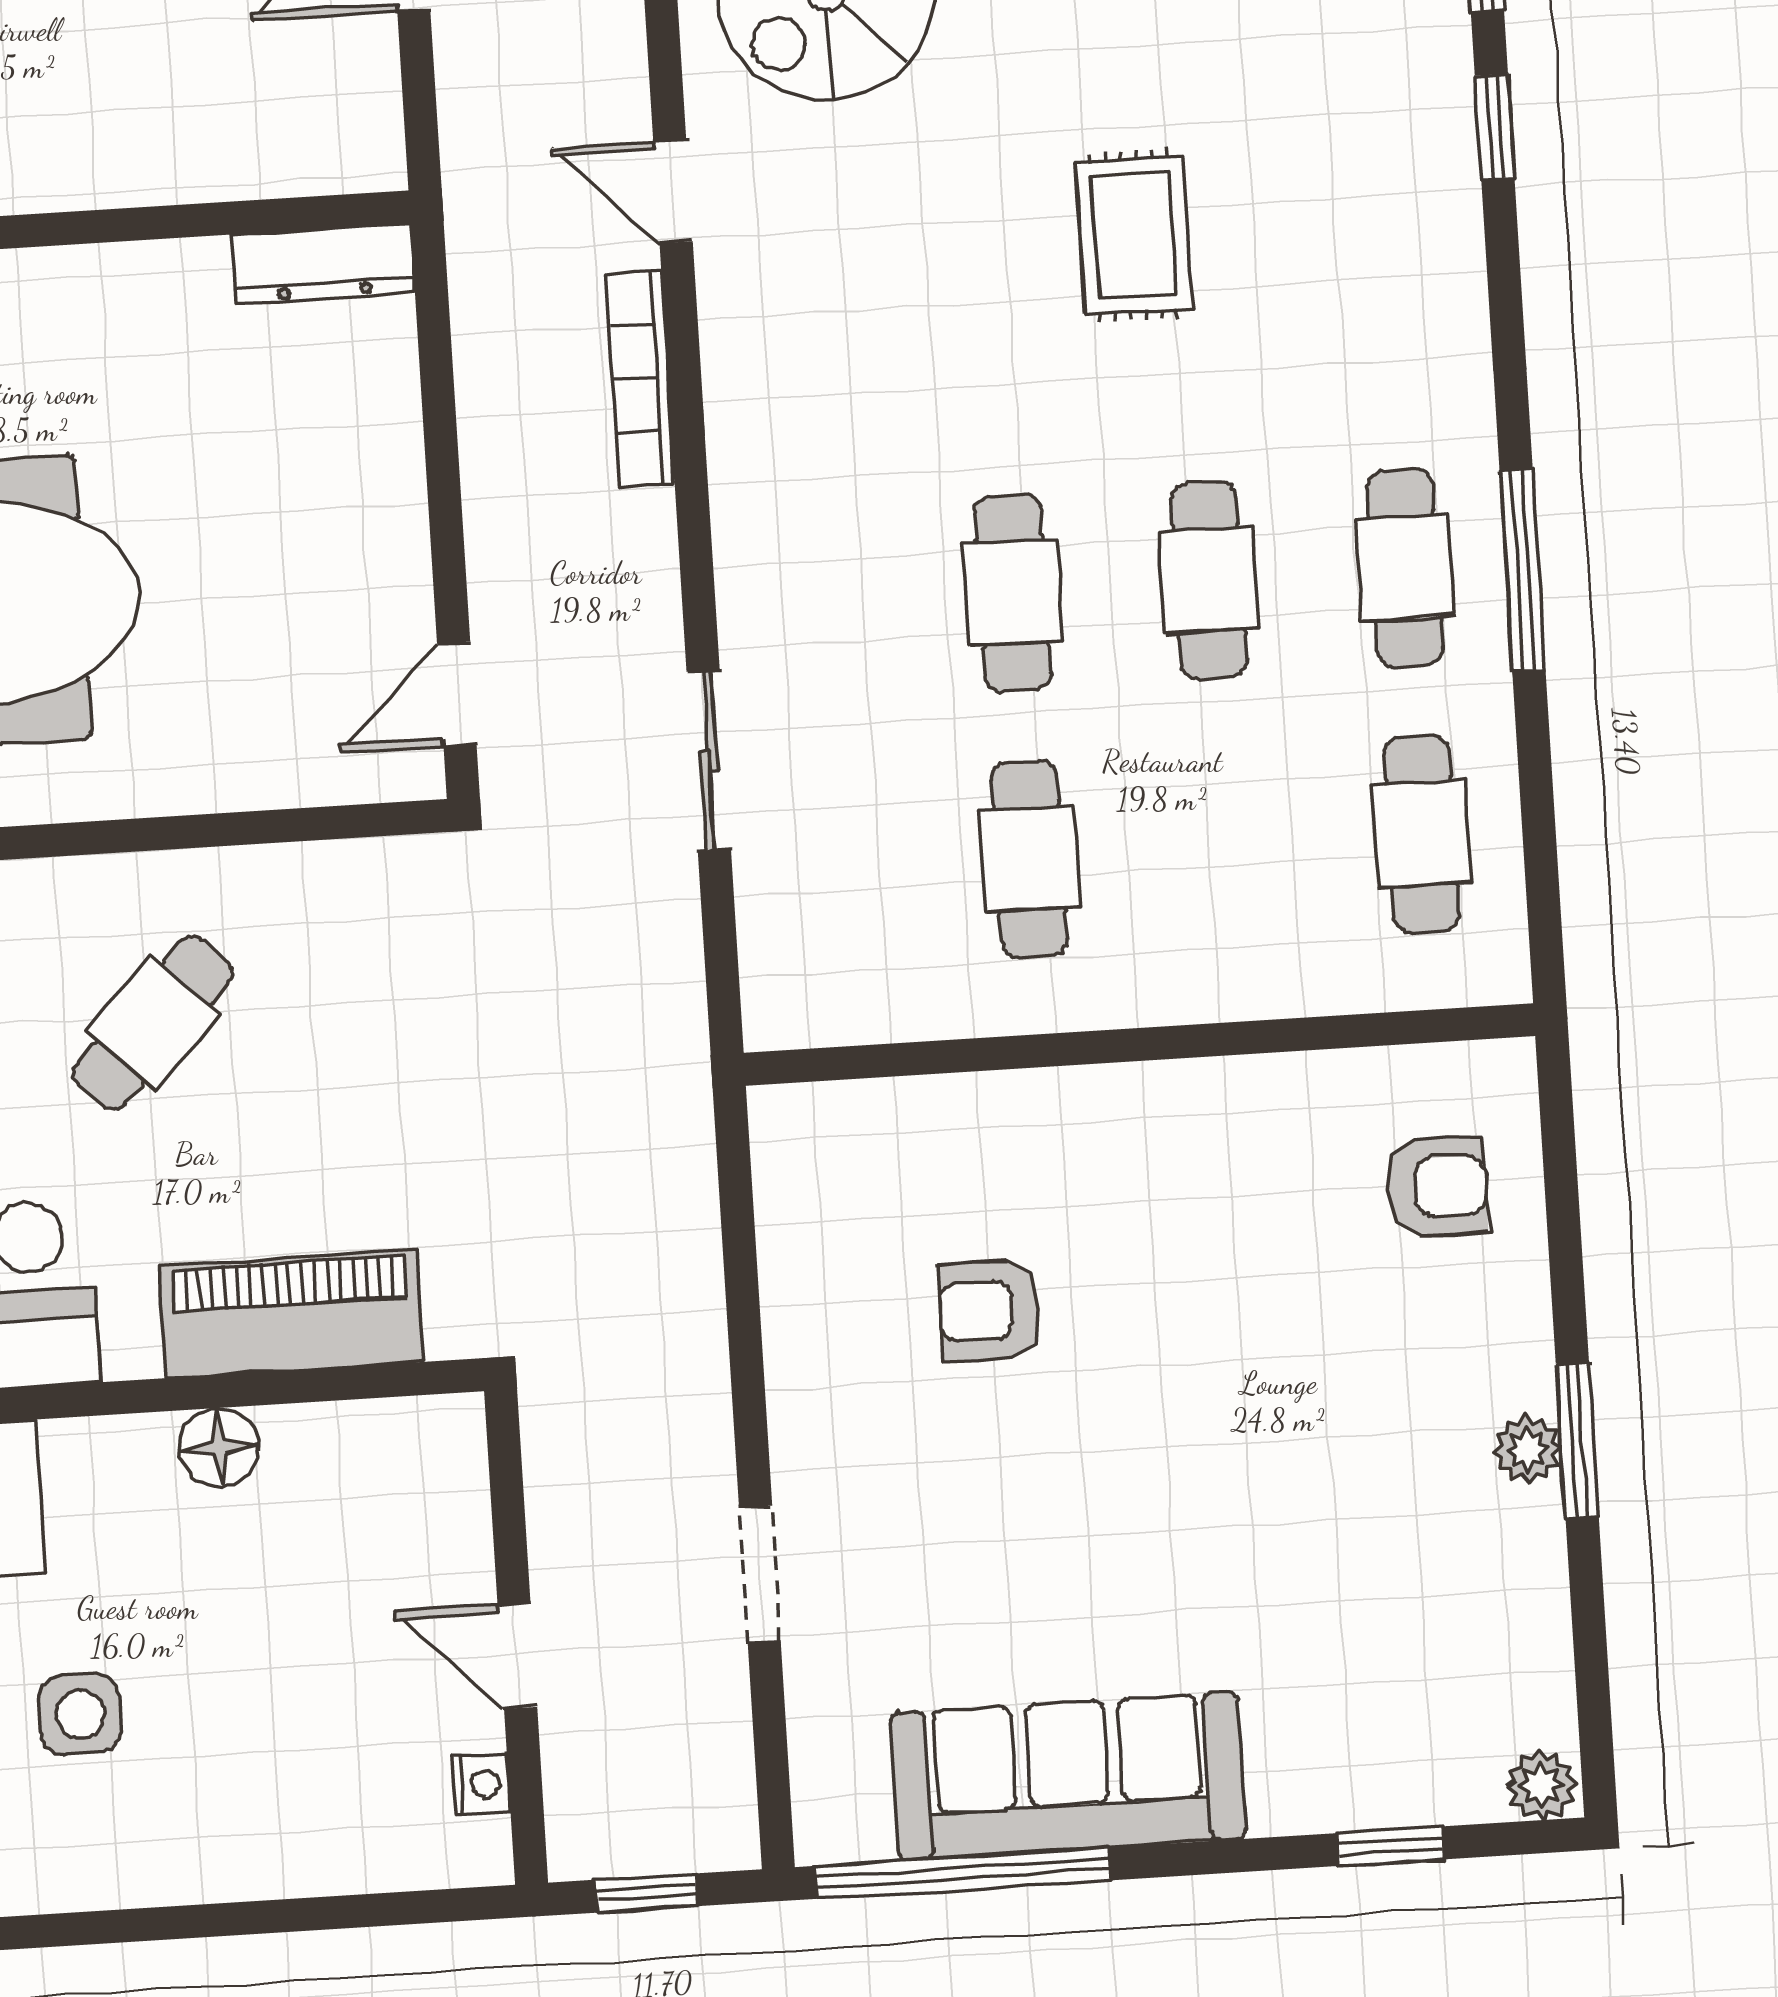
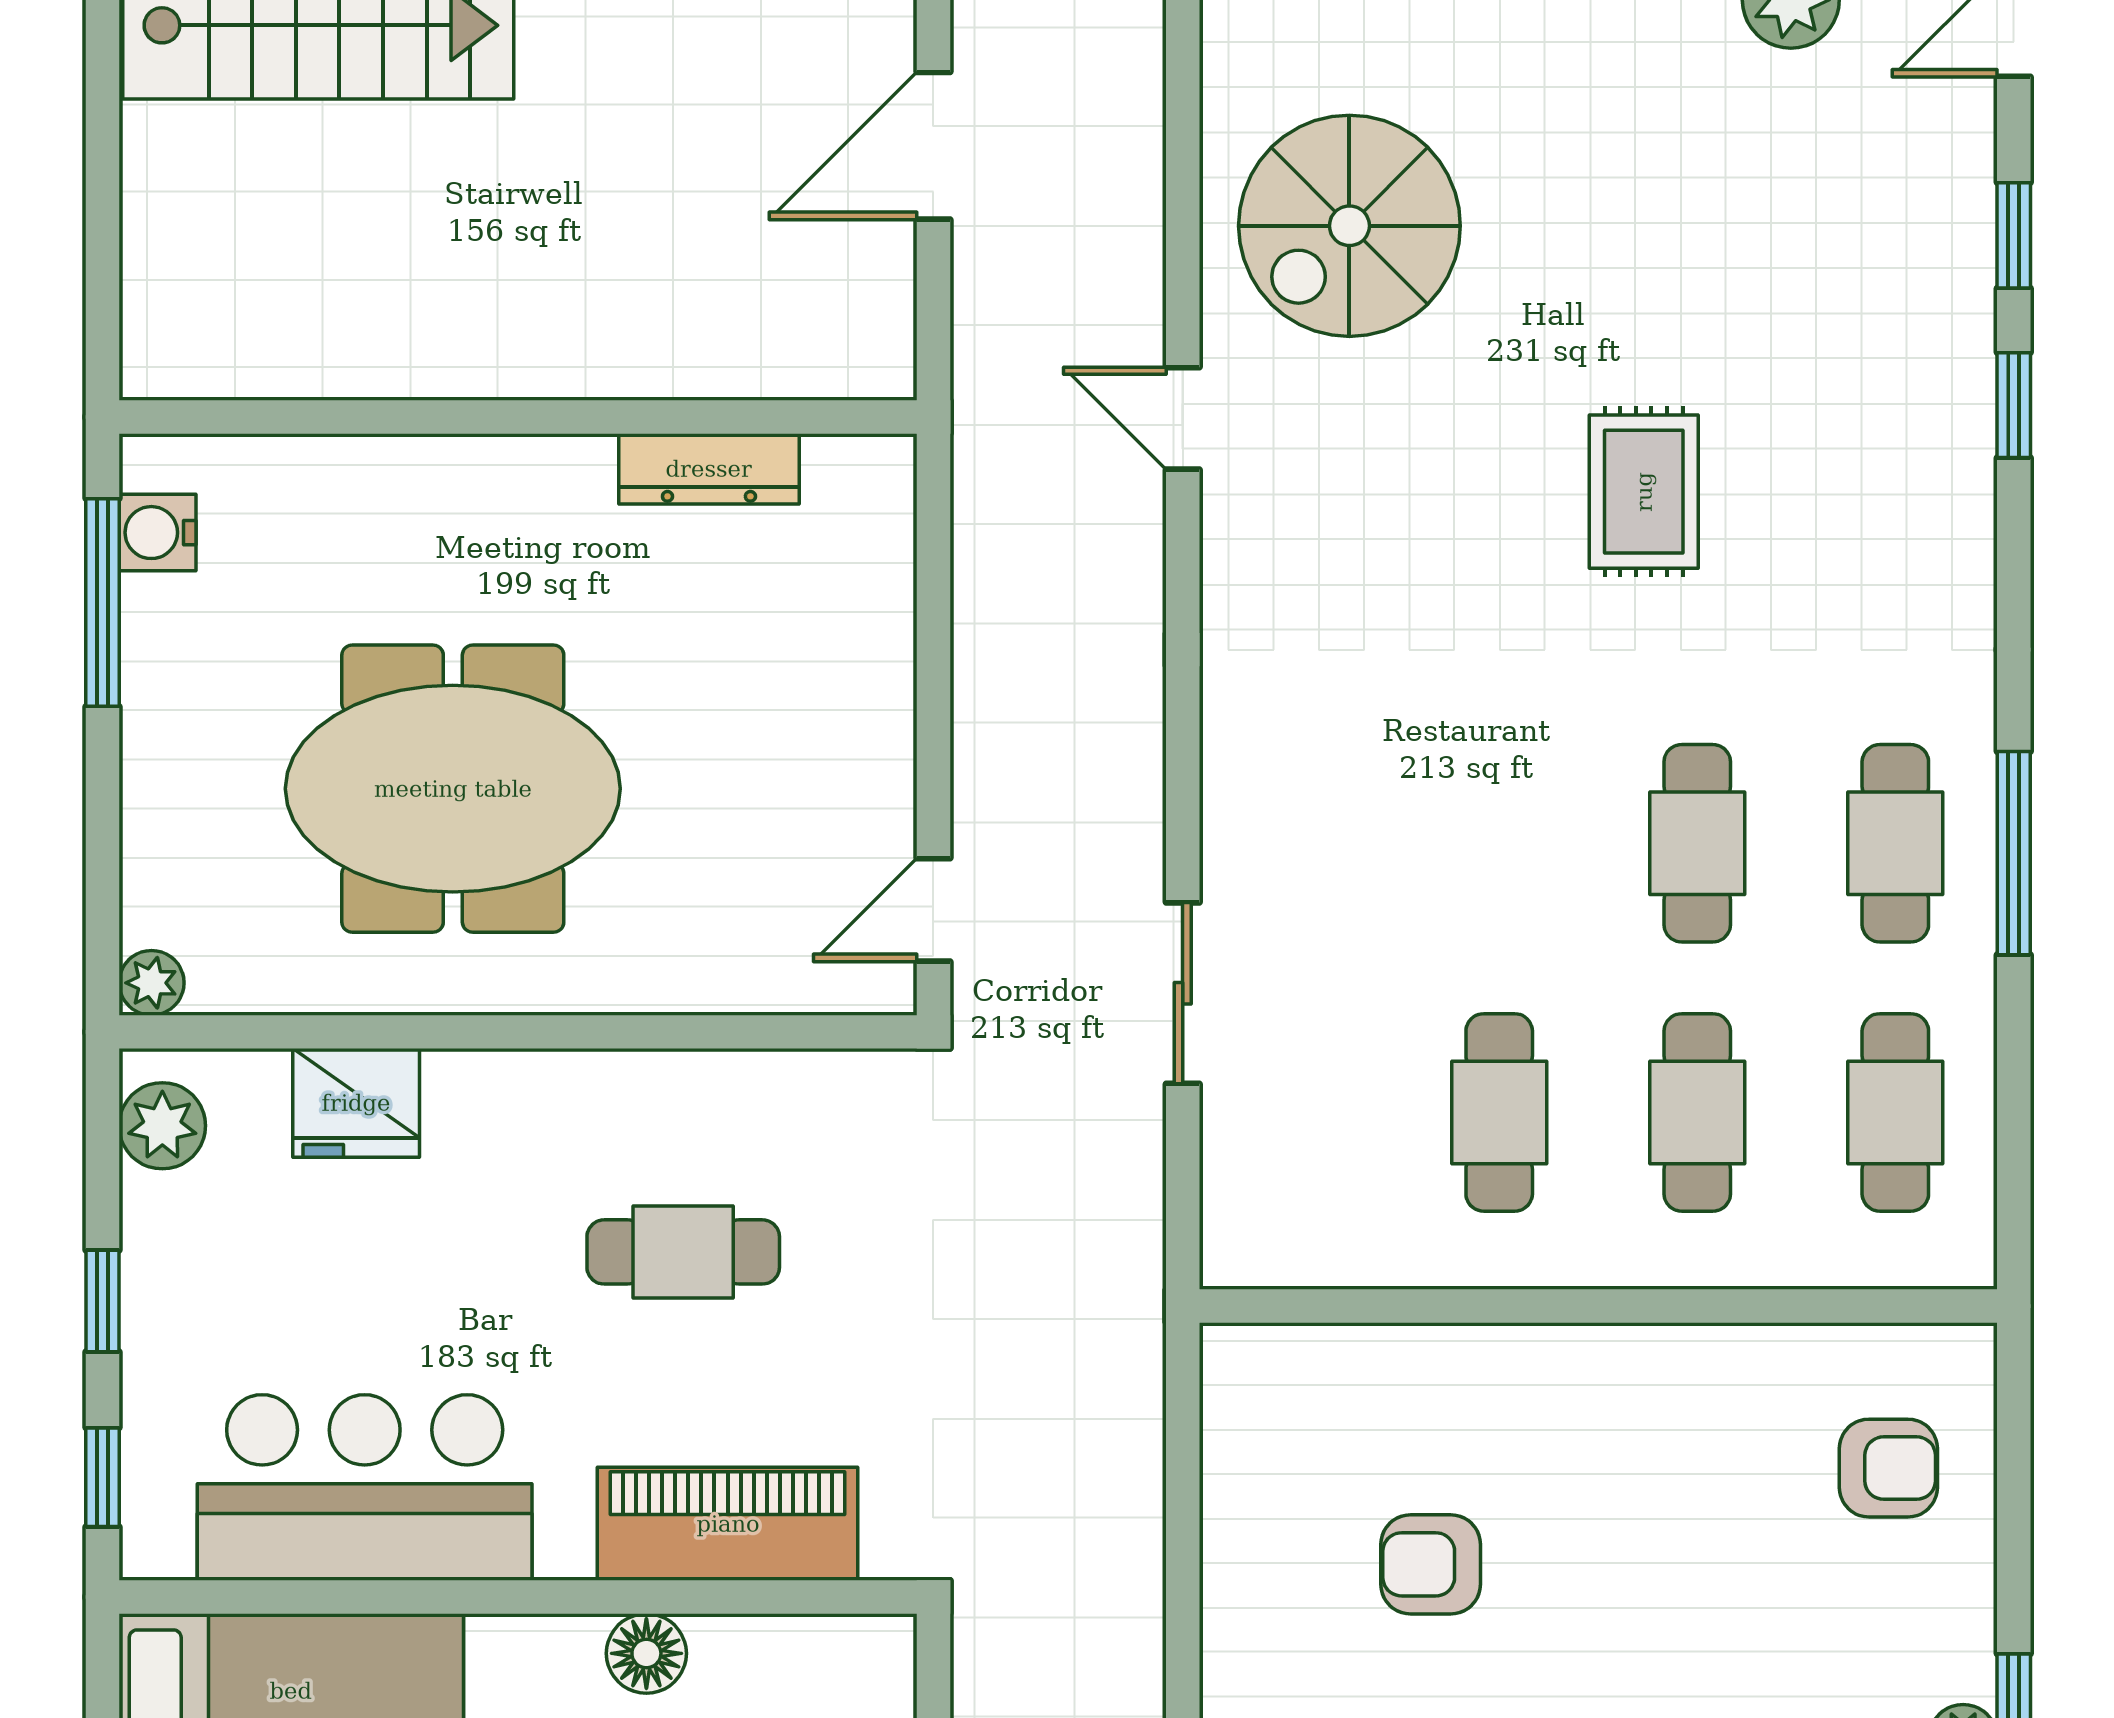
dresser: (324, 264) -> (709, 469), moved
bookcase: (641, 379) -> (1138, 605), removed
cafe table: (1013, 593) -> (1697, 1112), moved
cafe table: (153, 1023) -> (683, 1252), moved, turned 46

